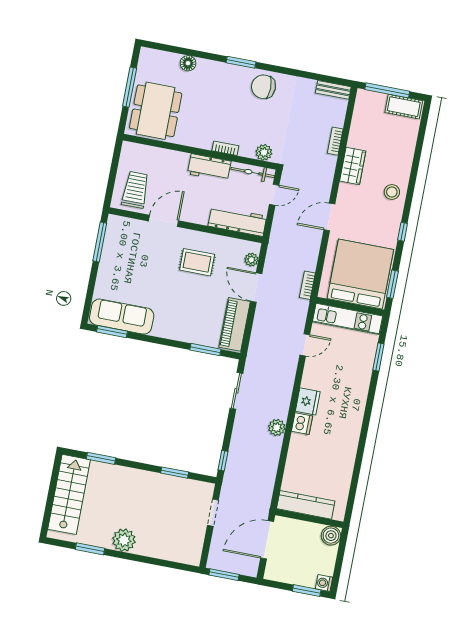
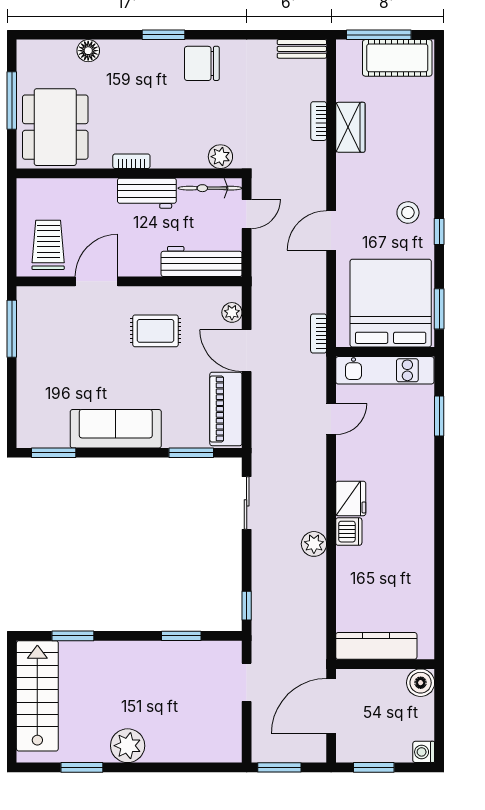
cot: (404, 107) -> (397, 58), width x1.37, depth x1.34
bookcase: (225, 148) -> (131, 161), moved
wardrobe: (353, 166) -> (350, 127), moved
stool: (392, 192) -> (408, 213), moved
sofa: (122, 317) -> (116, 429), moved
window: (307, 591) -> (374, 767), moved

